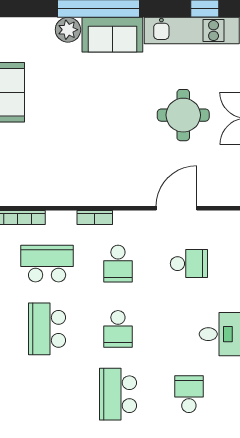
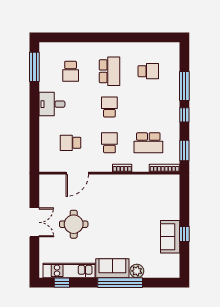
school desk: (47, 329) -> (148, 71), moved, width x0.54

